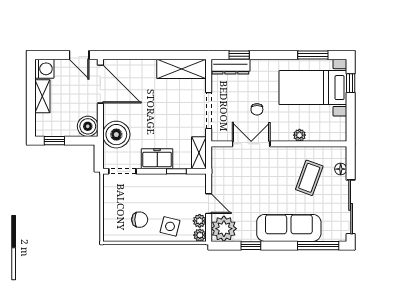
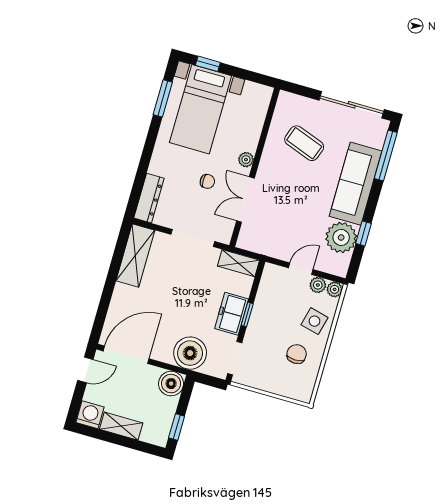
window: (239, 55) -> (138, 184), removed
plant: (300, 135) -> (246, 160), moved
floor lamp: (341, 169) -> (304, 104), removed
window: (176, 171) -> (247, 315), moved
plant: (224, 229) -> (341, 237), moved

